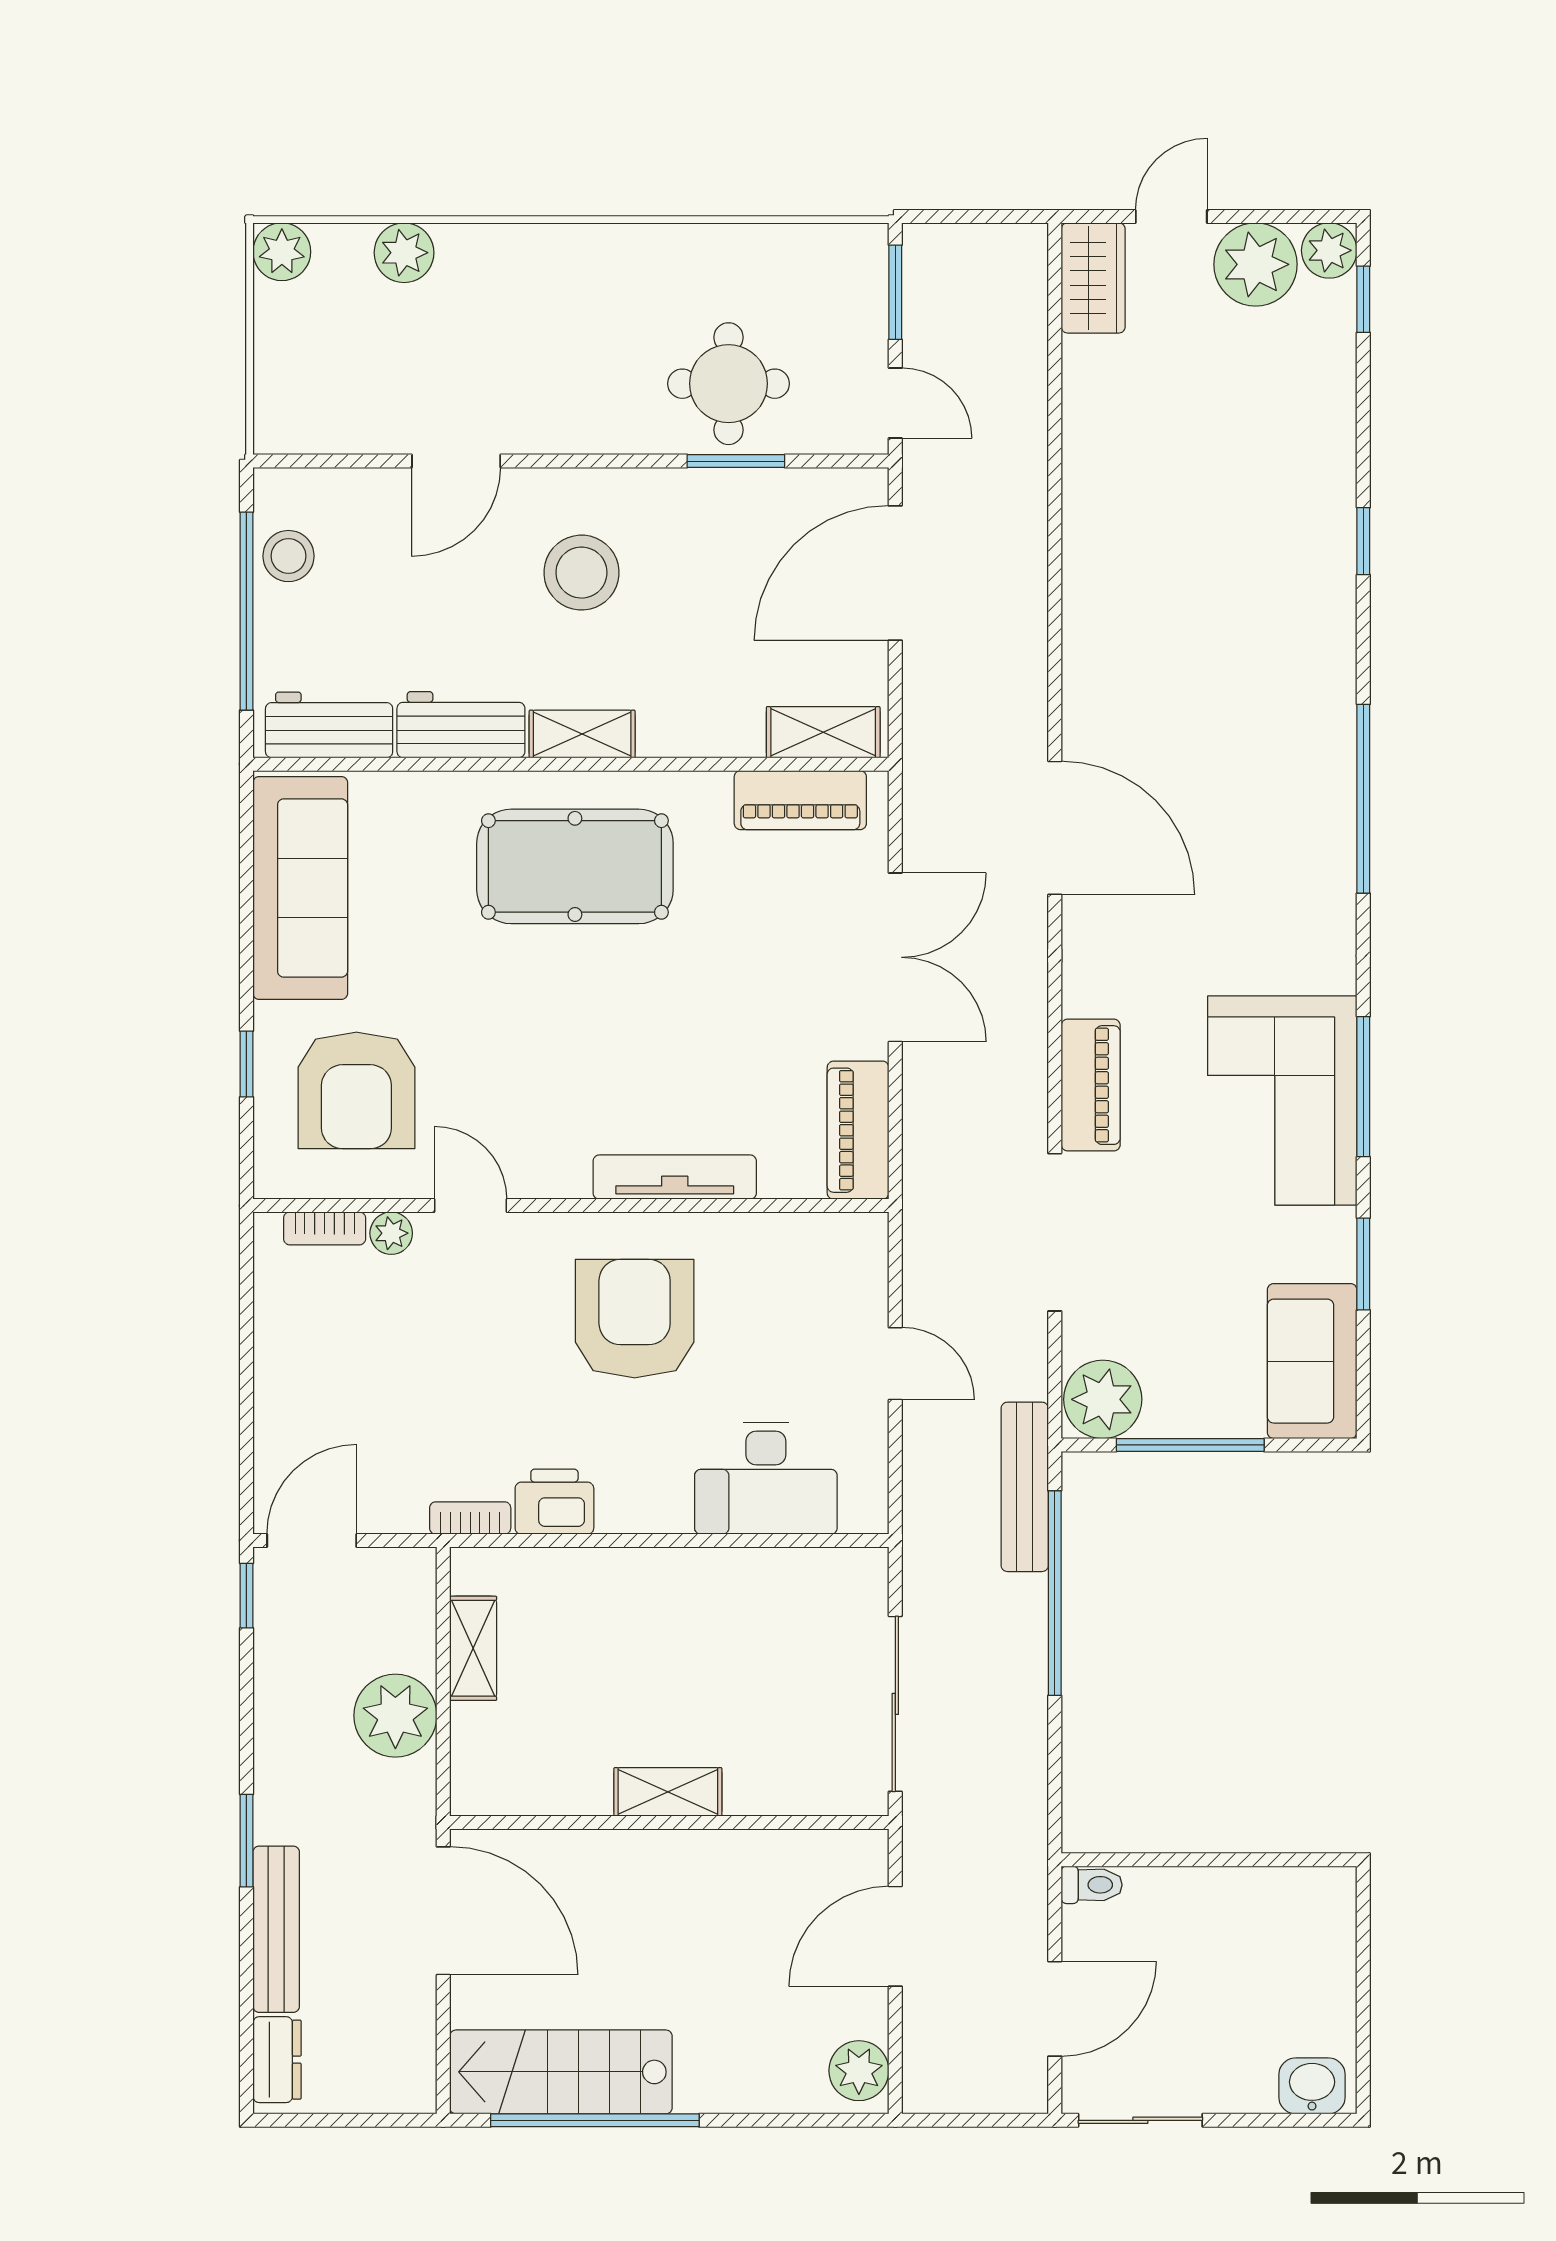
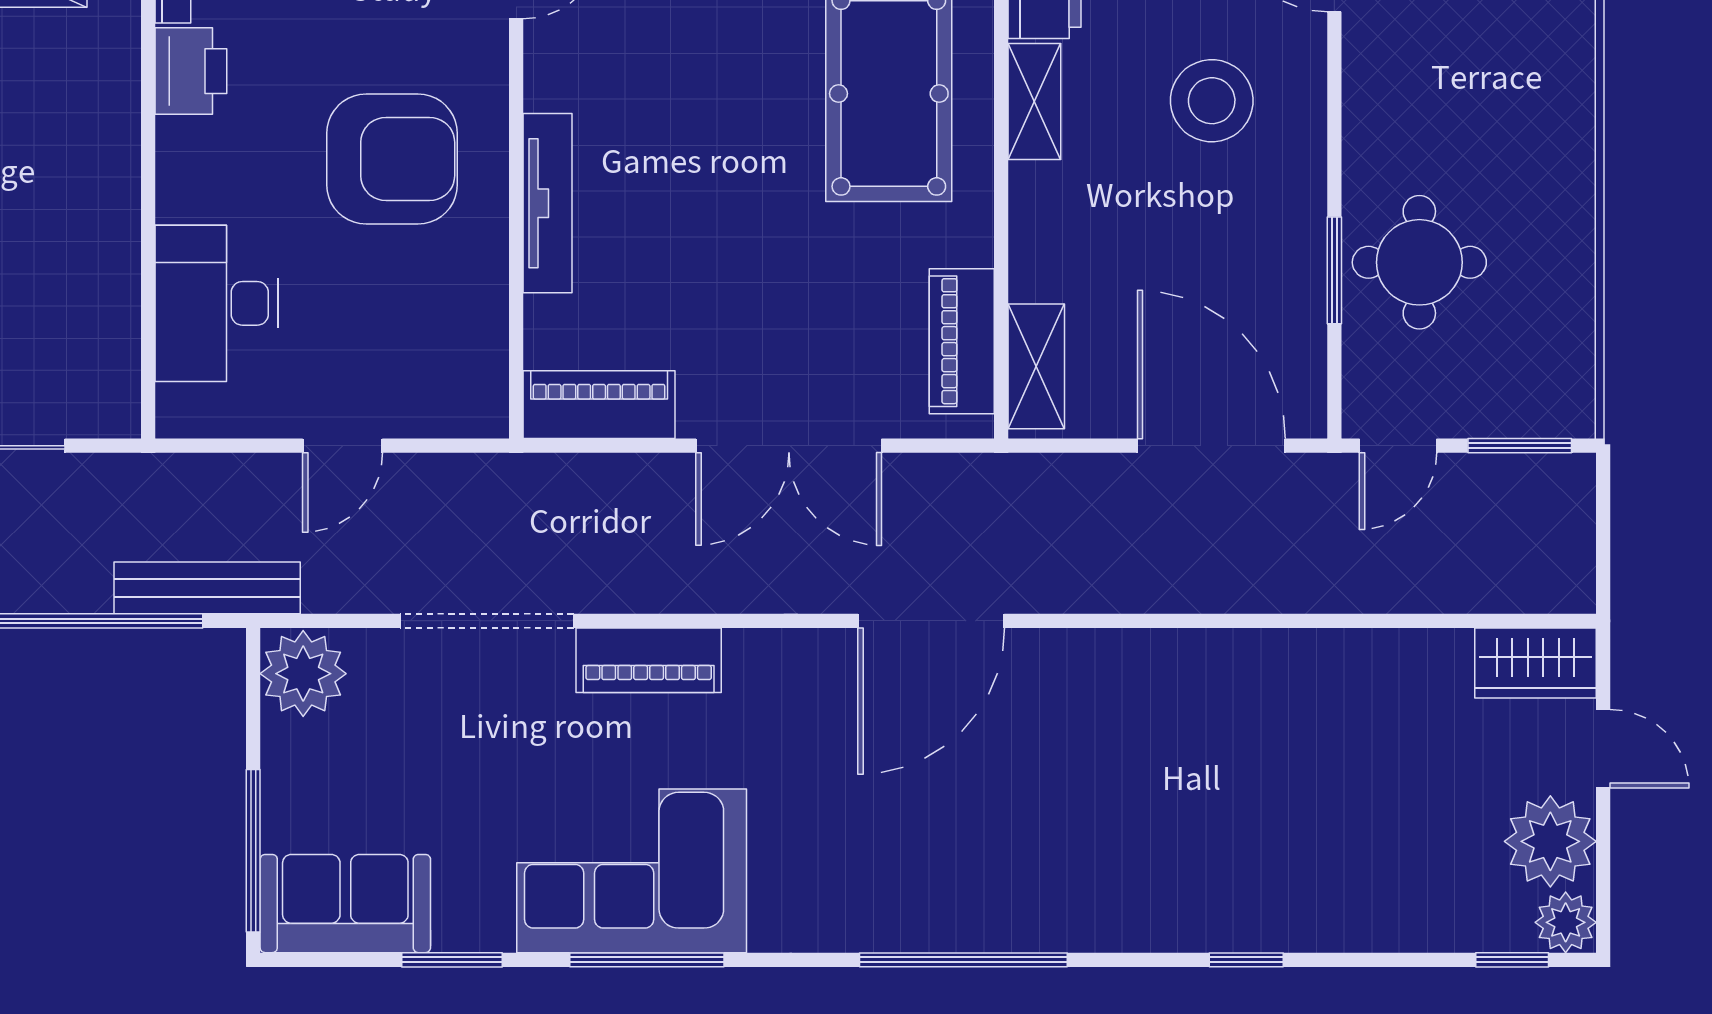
window: (1190, 1445) -> (253, 851), moved

